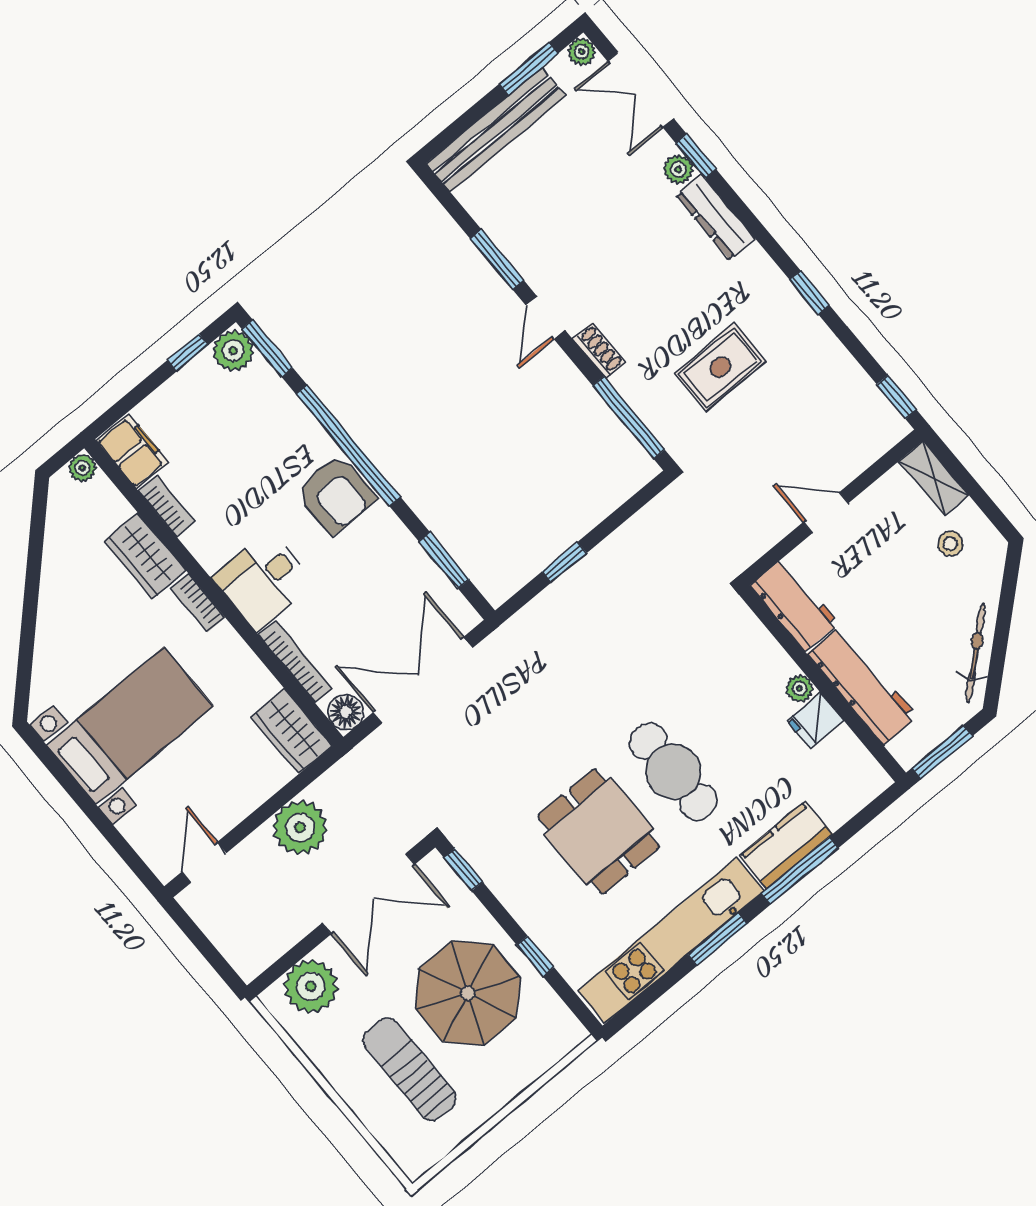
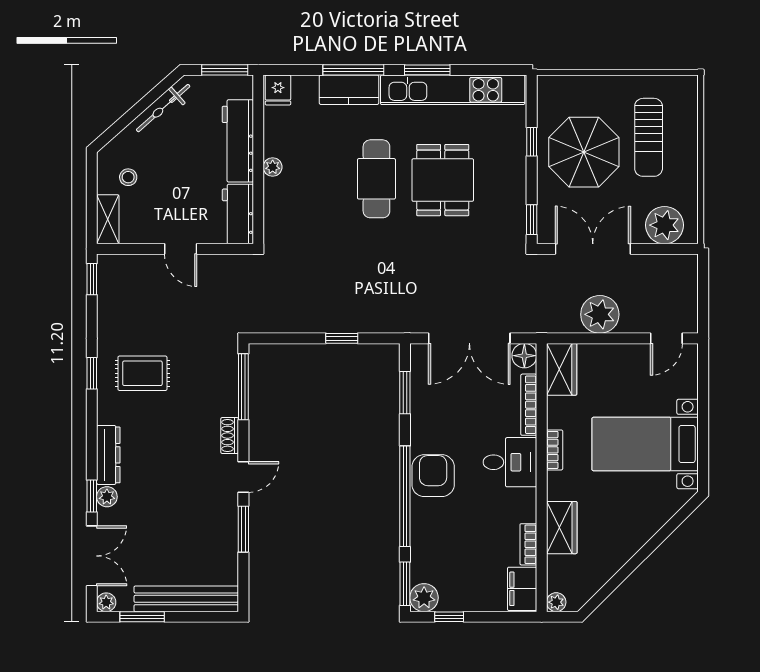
rug: (720, 367) -> (142, 373), moved
bookcase: (198, 603) -> (555, 450), moved
fridge: (815, 720) -> (278, 90), moved, turned 90

